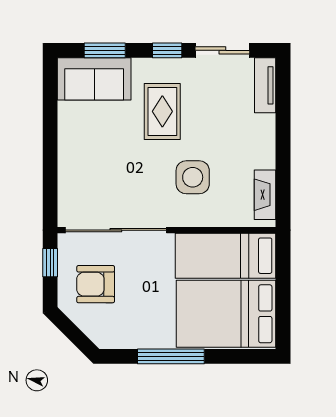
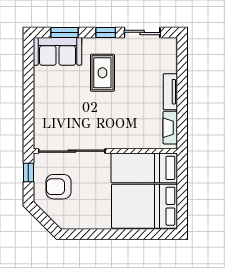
tv unit: (265, 85) -> (170, 92), moved
side table: (193, 177) -> (122, 116), removed
window: (171, 356) -> (108, 234), removed

